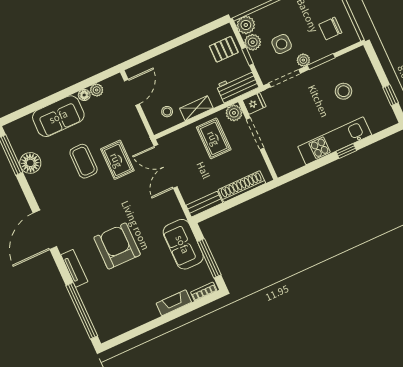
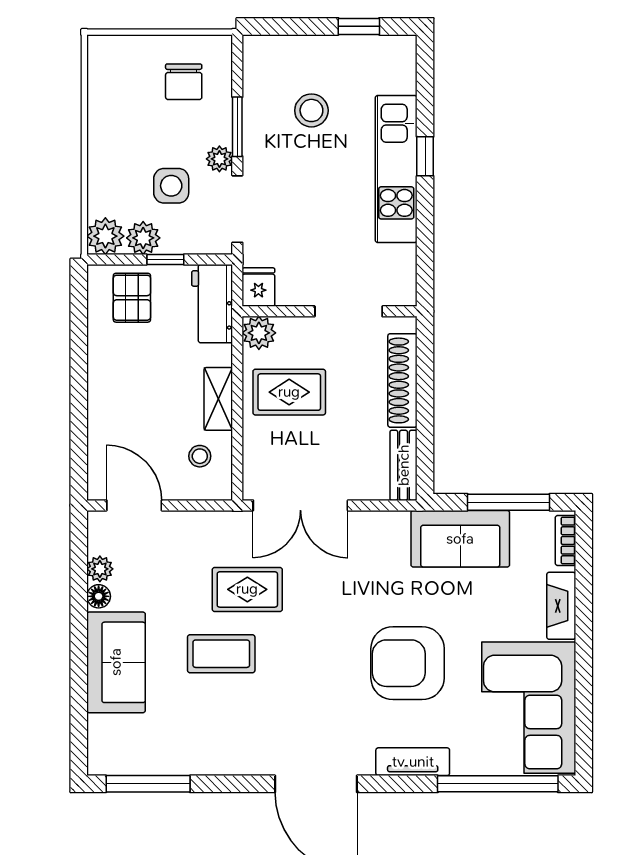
doorway: (255, 134) -> (349, 311), moved
floor lamp: (30, 163) -> (179, 754), removed
corner sofa: (122, 309) -> (529, 708), added

